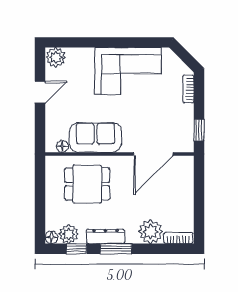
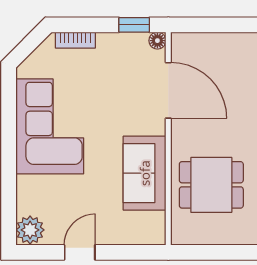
door: (40, 92) -> (80, 252), hinge flipped
floor lamp: (62, 146) -> (157, 41), moved
dining table: (87, 184) -> (211, 185), turned 90

